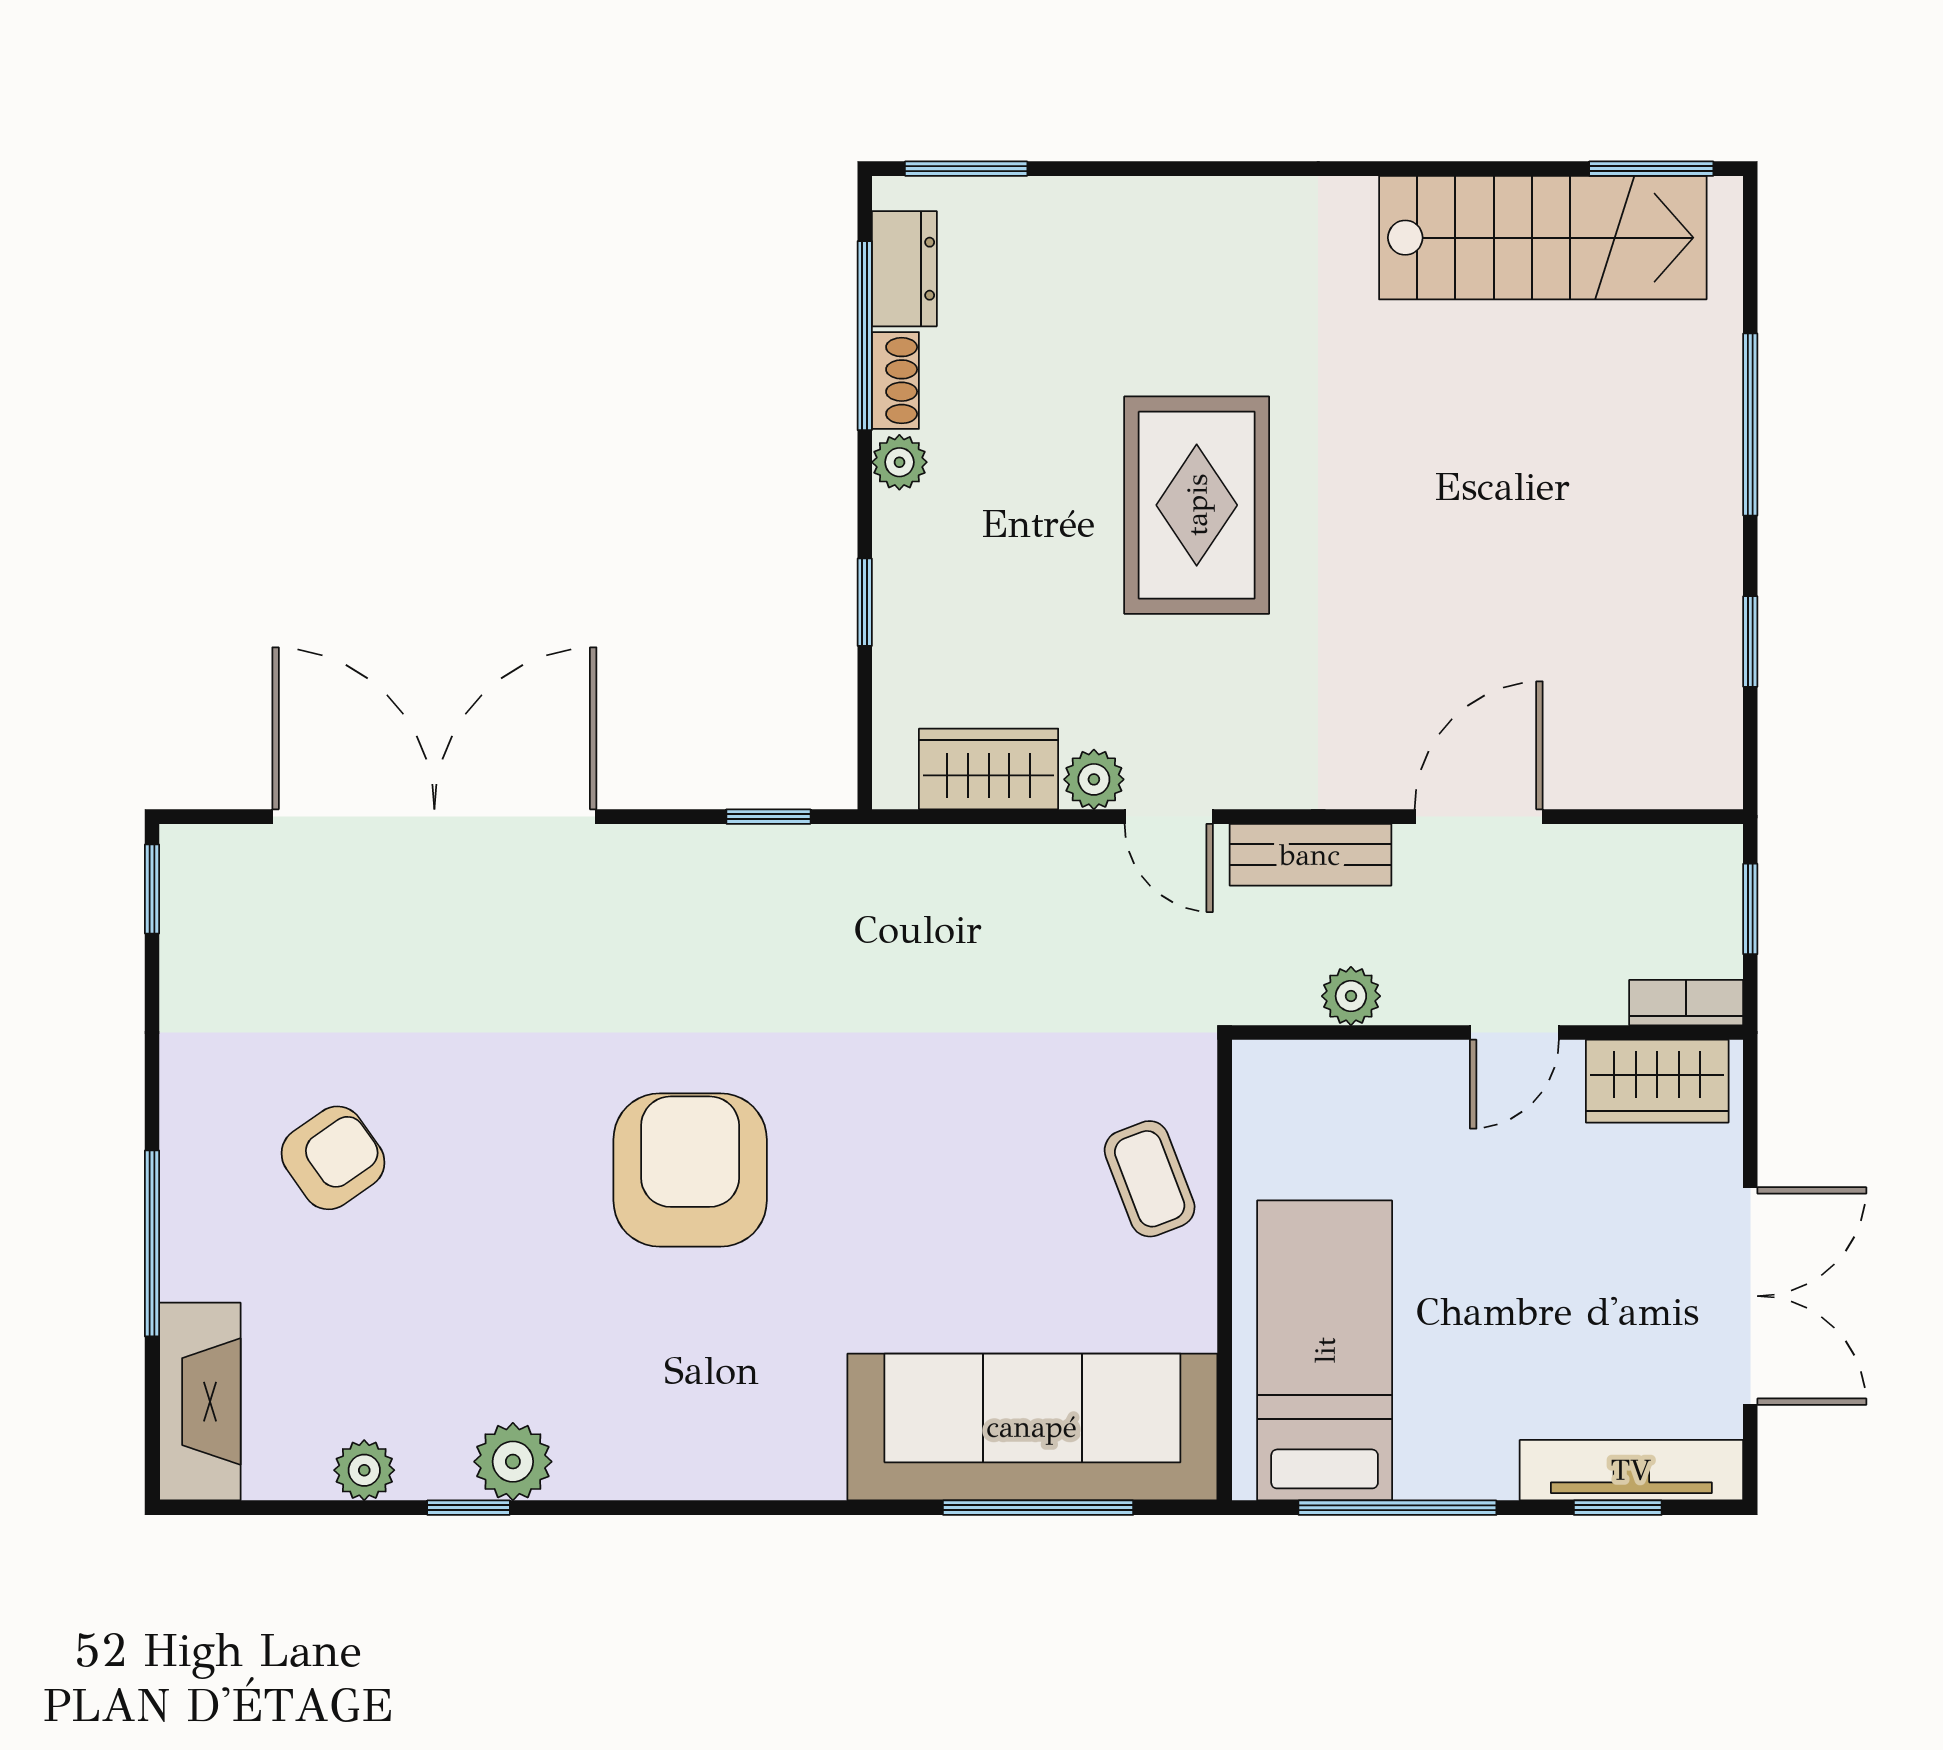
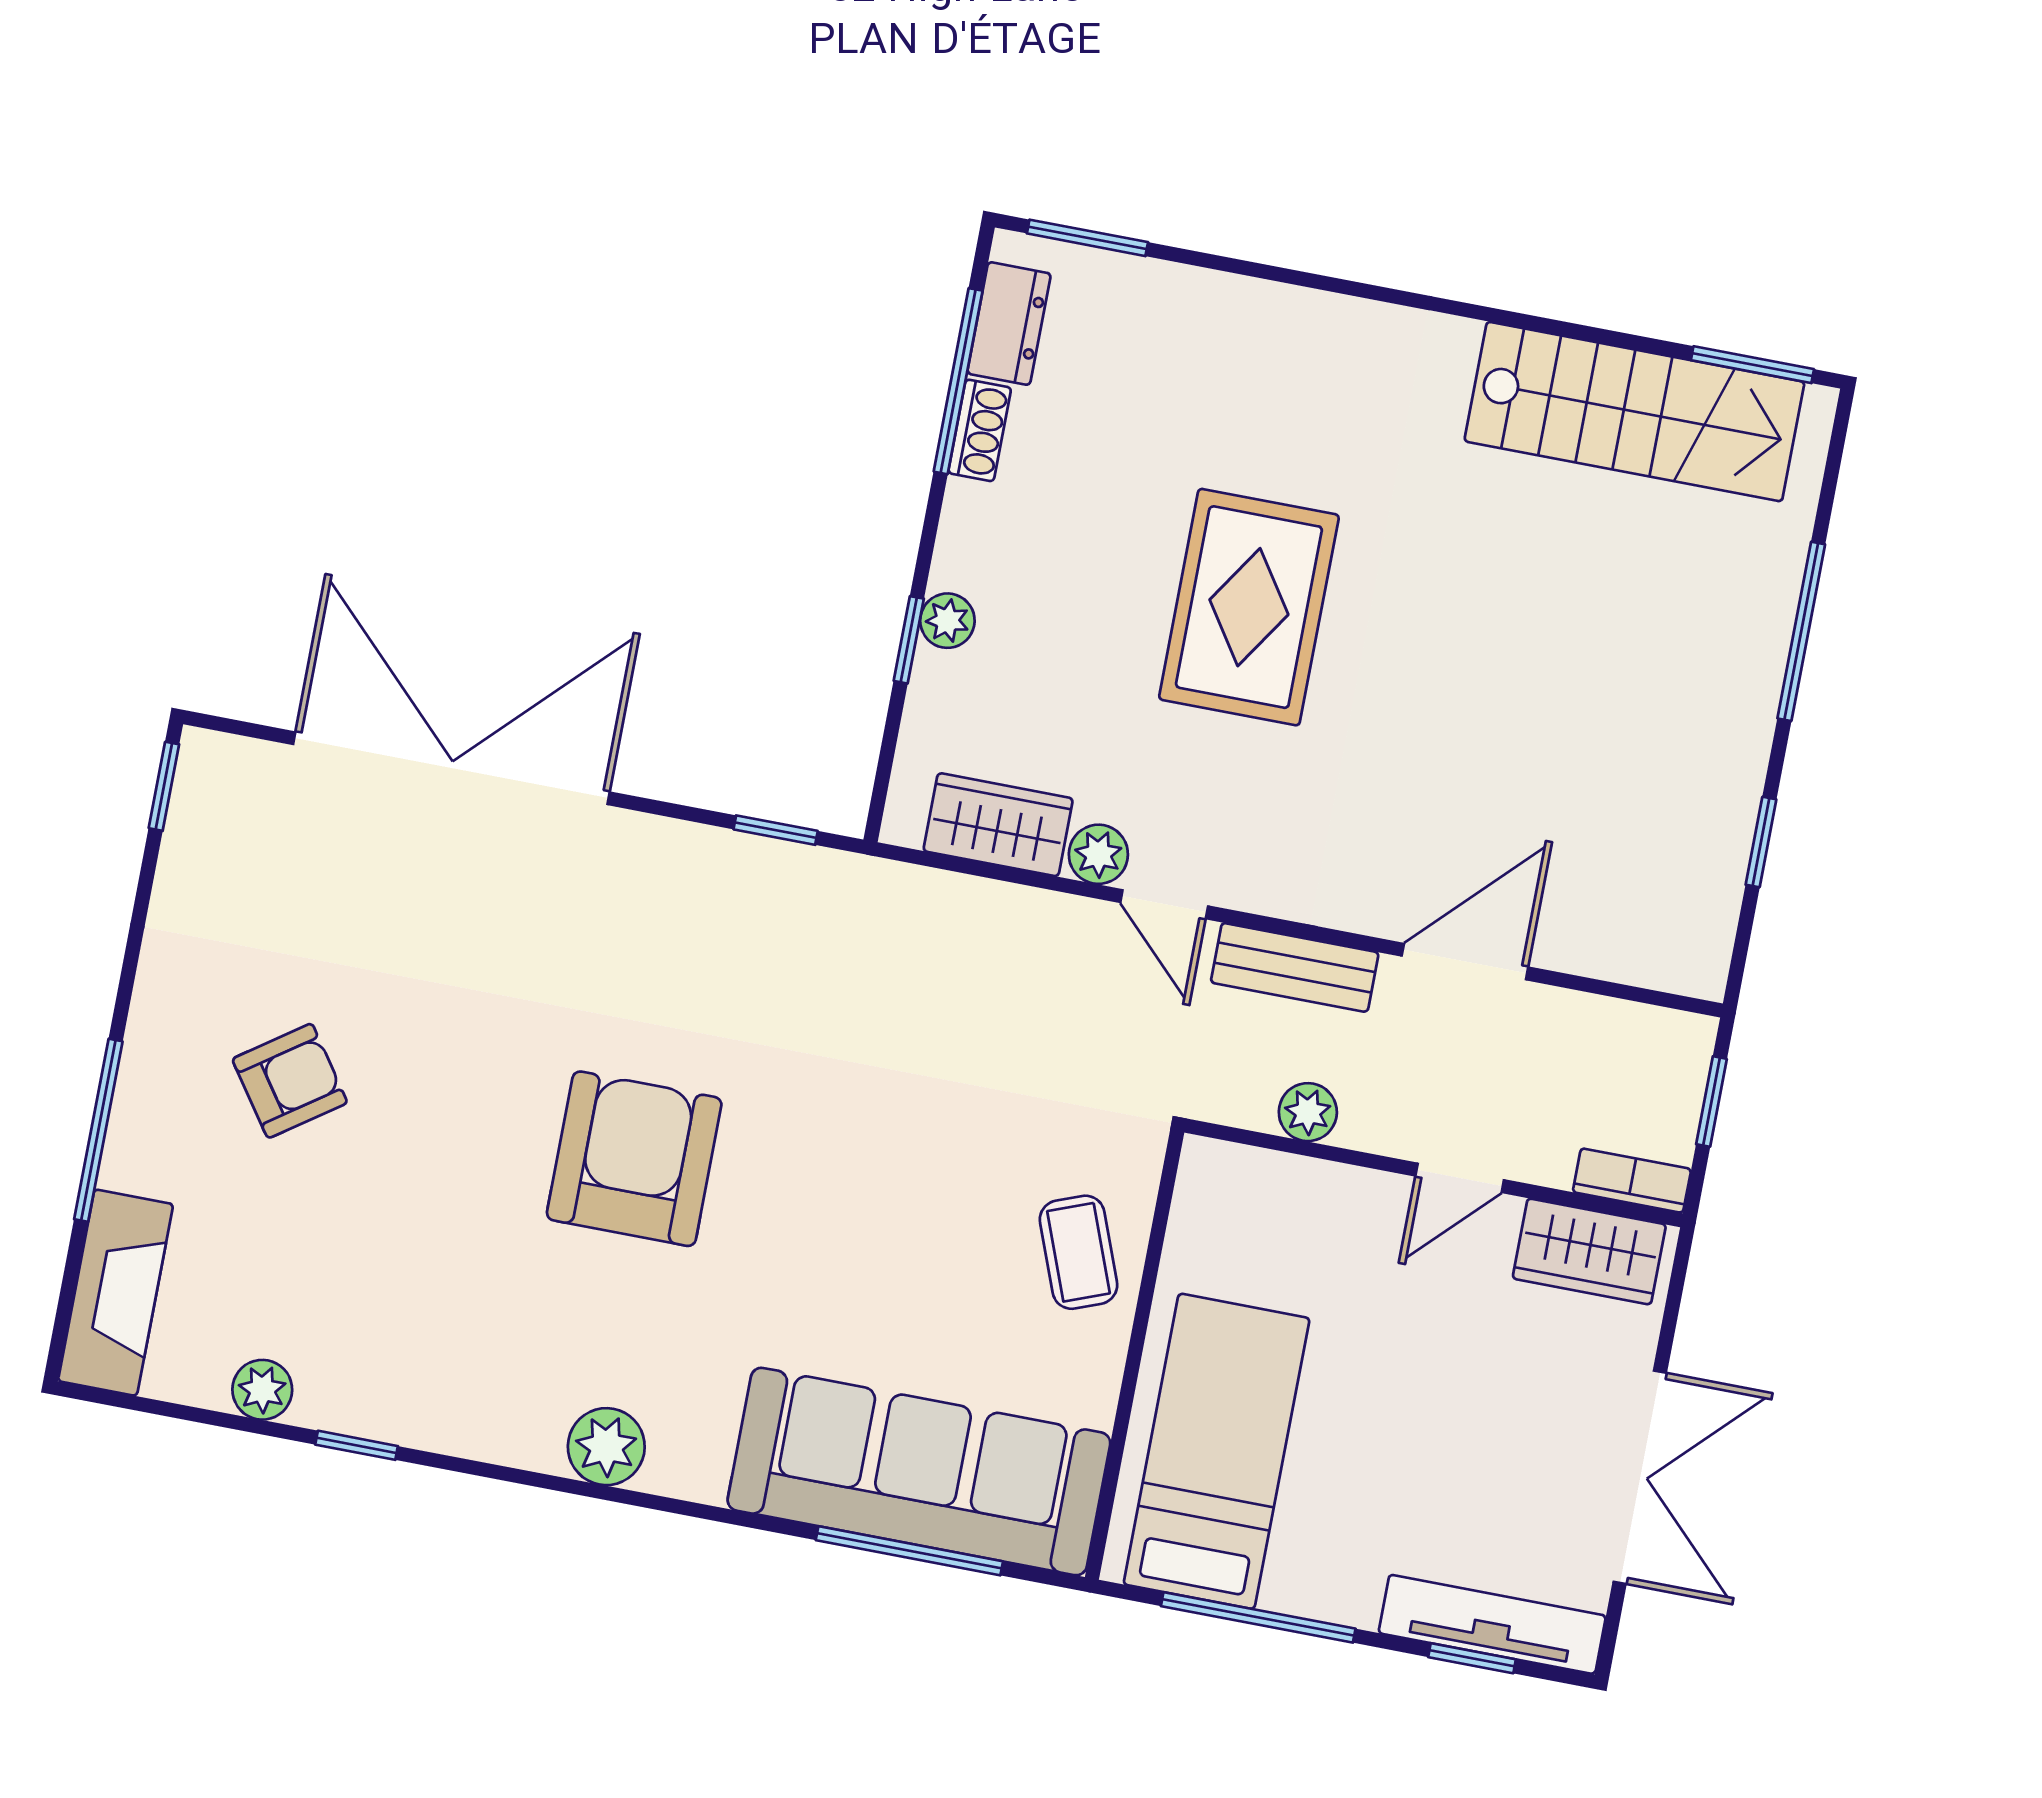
plant: (899, 462) -> (947, 621), moved
plant: (513, 1462) -> (606, 1447), moved

